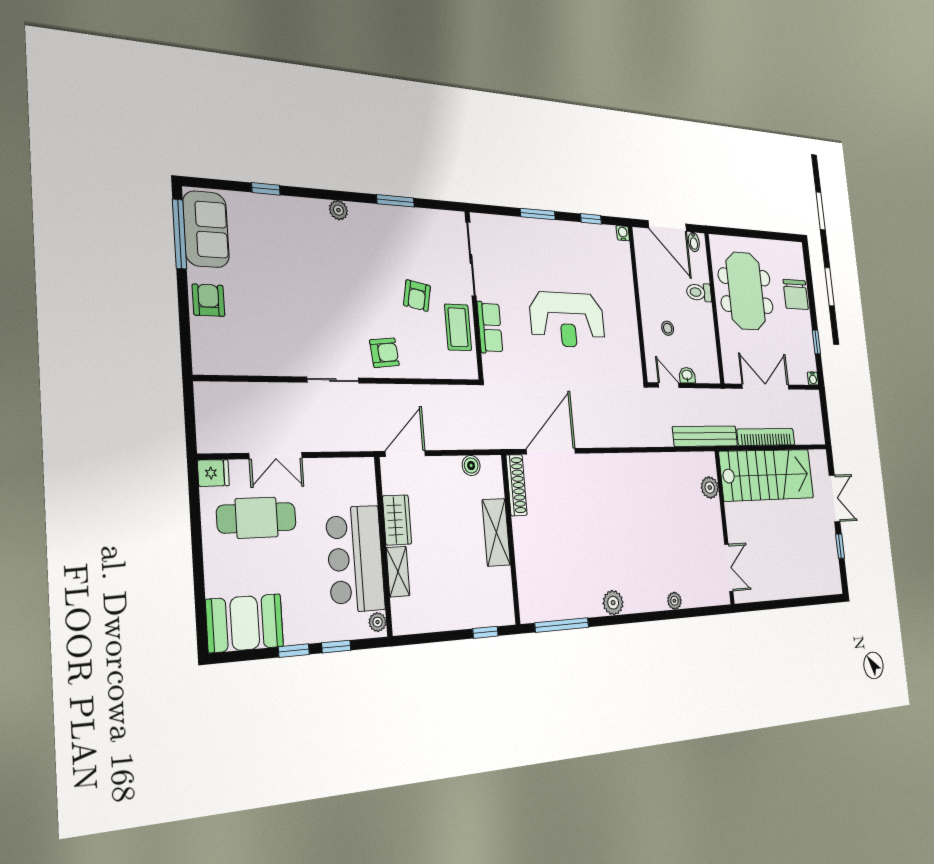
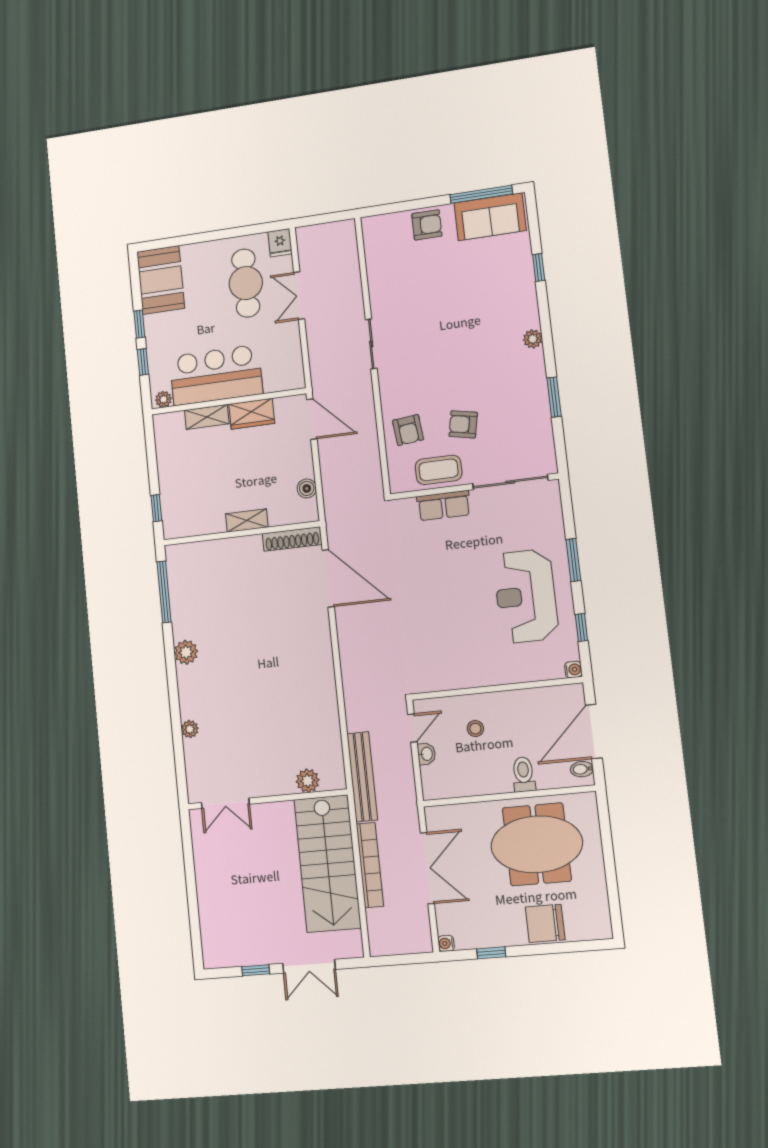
reception desk: (567, 320) -> (526, 596), moved
armchair: (384, 353) -> (408, 430), moved
shelving: (496, 532) -> (247, 521), width x0.67, depth x0.75

